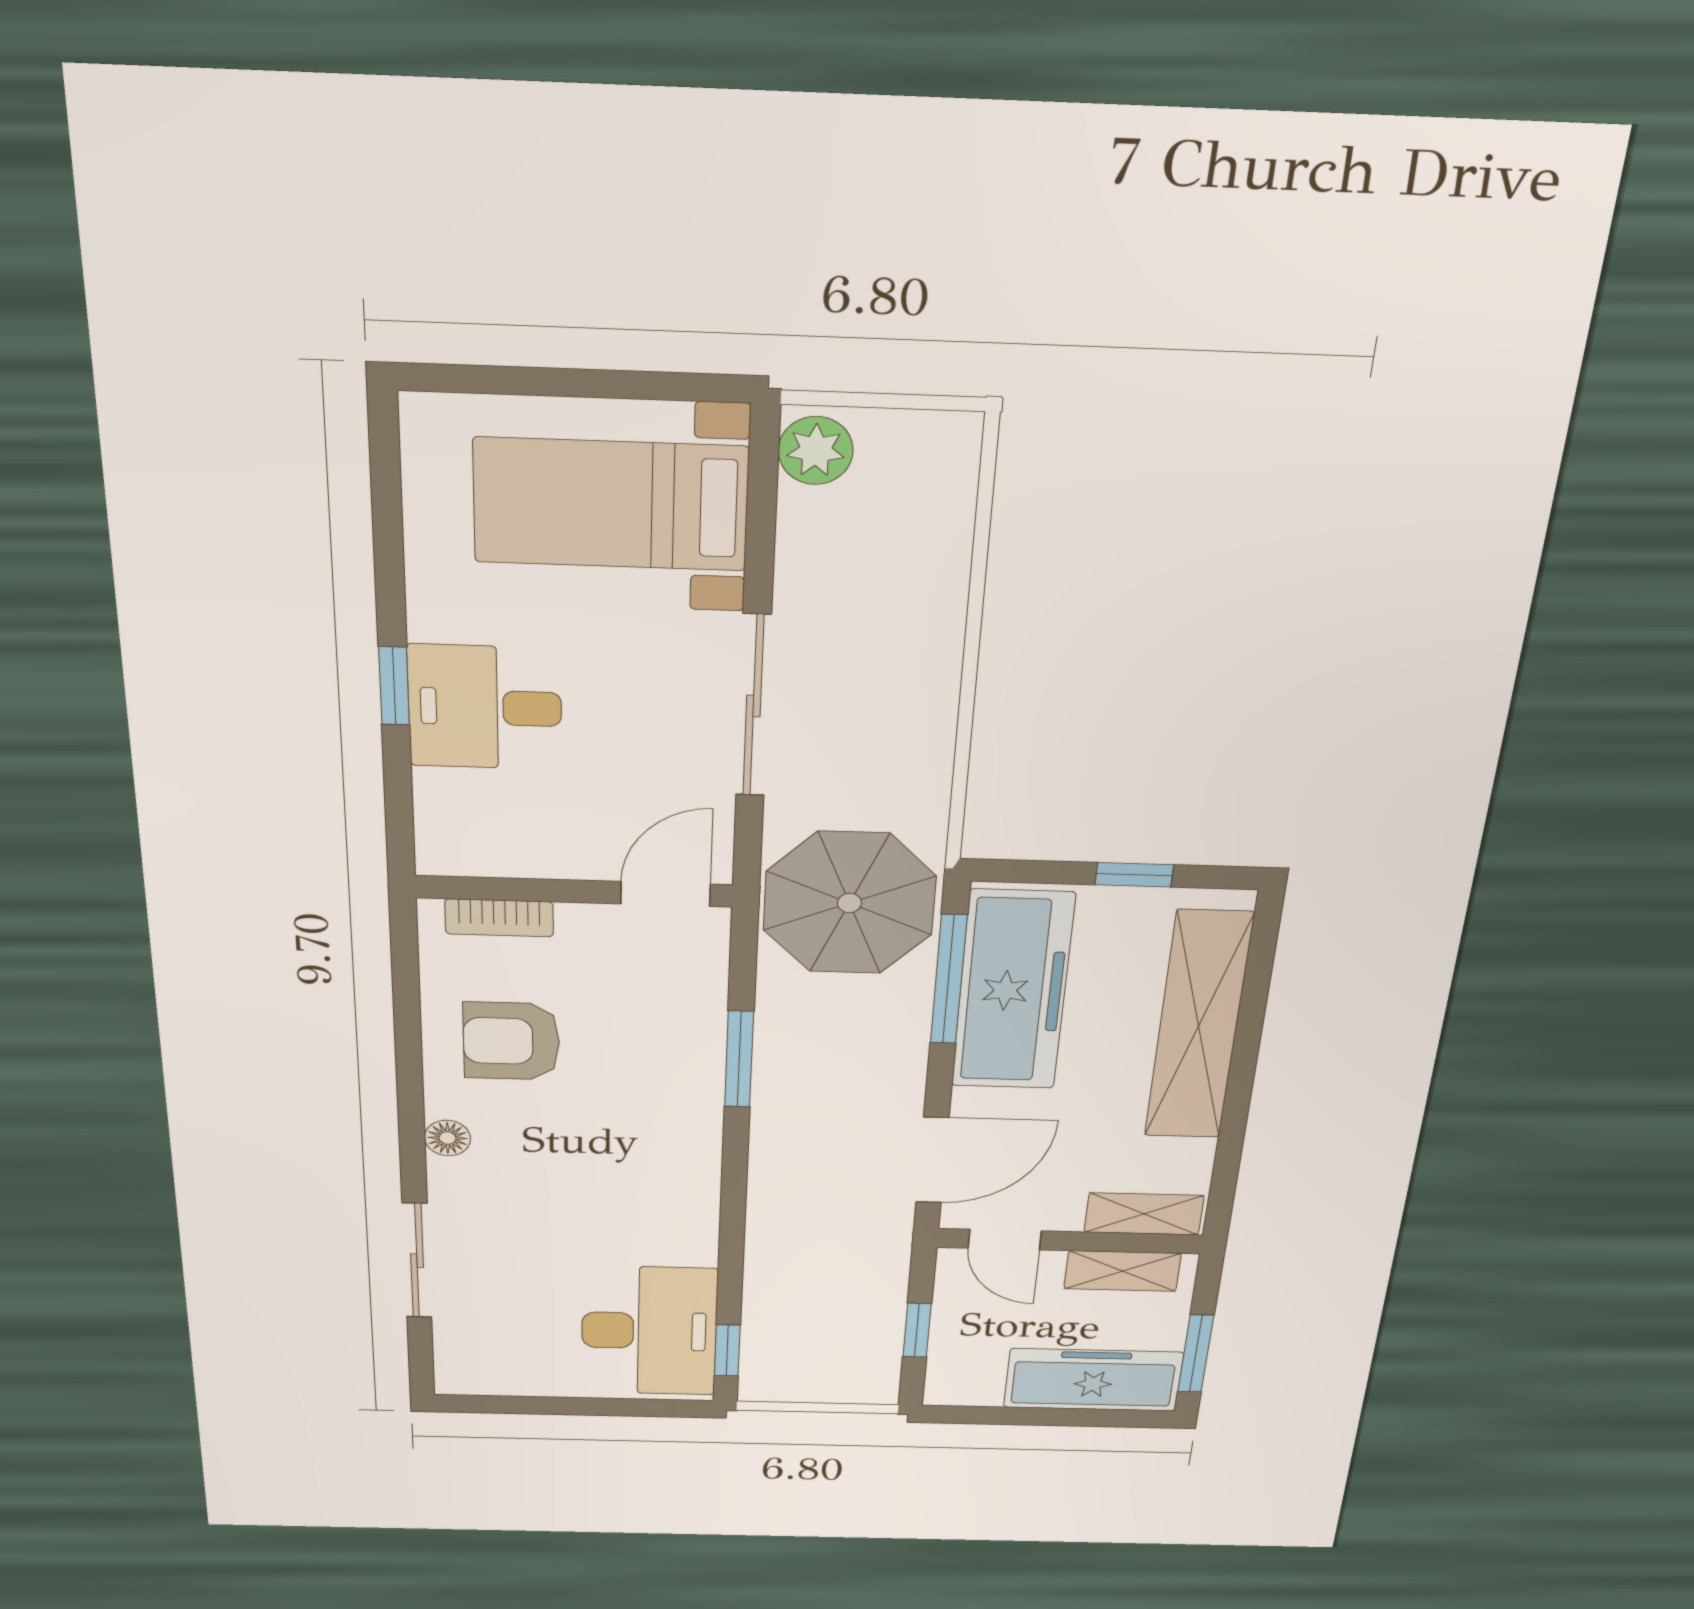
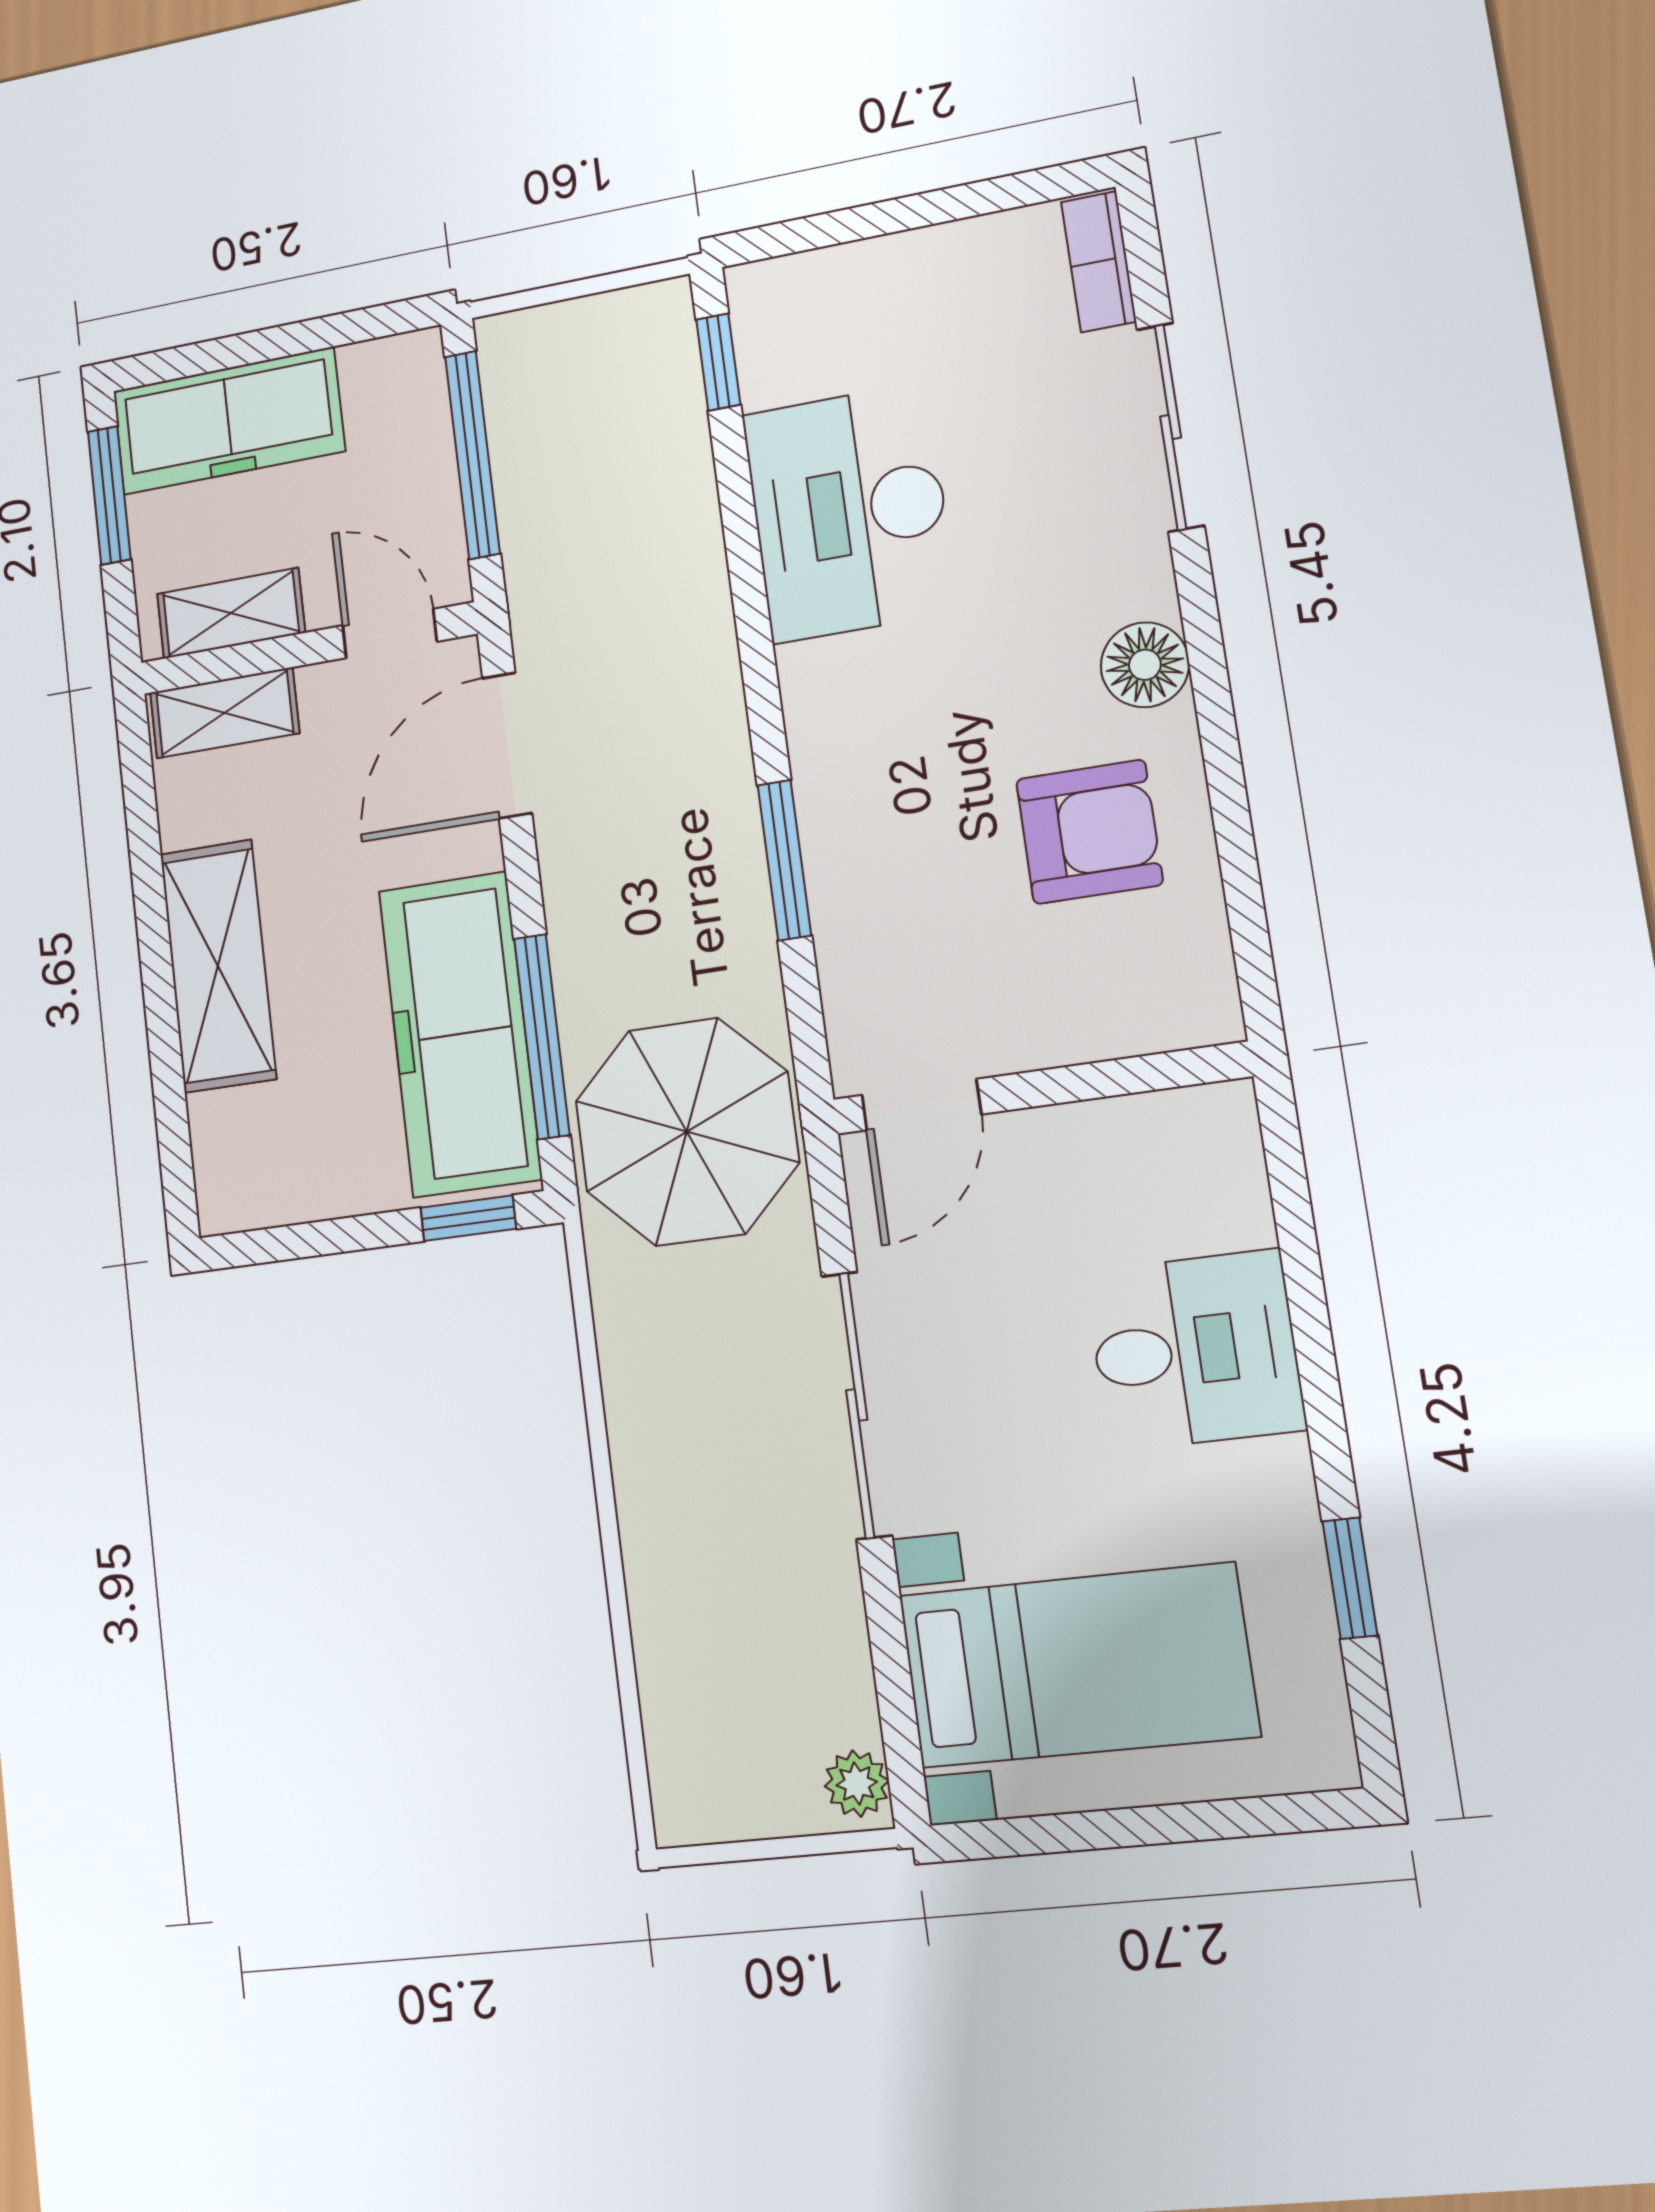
plant: (816, 451) -> (857, 1783), width x0.73, depth x0.73
window: (394, 686) -> (1350, 1578), moved
window: (1134, 875) -> (468, 1218), moved
bookcase: (499, 918) -> (1099, 262), moved, turned -90
shelving: (1198, 1026) -> (218, 966), width x0.68
floor lamp: (448, 1138) -> (1145, 665), width x1.37, depth x1.37
window: (917, 1330) -> (472, 455), width x2.17
desk: (649, 1331) -> (849, 513), moved

